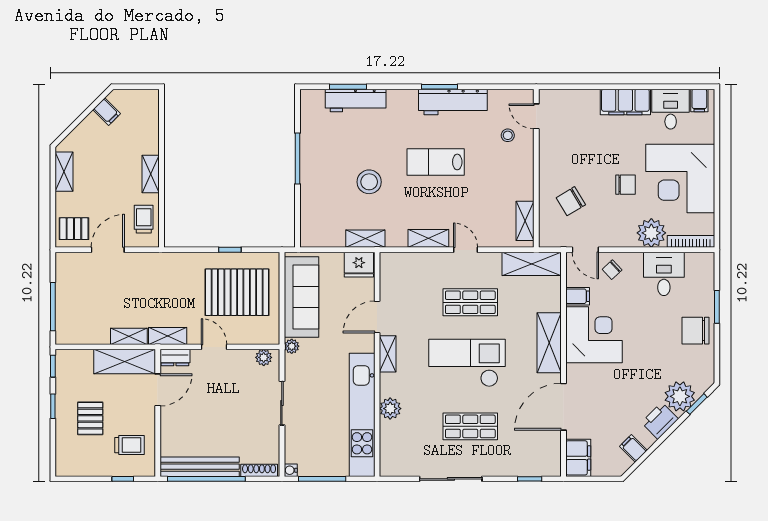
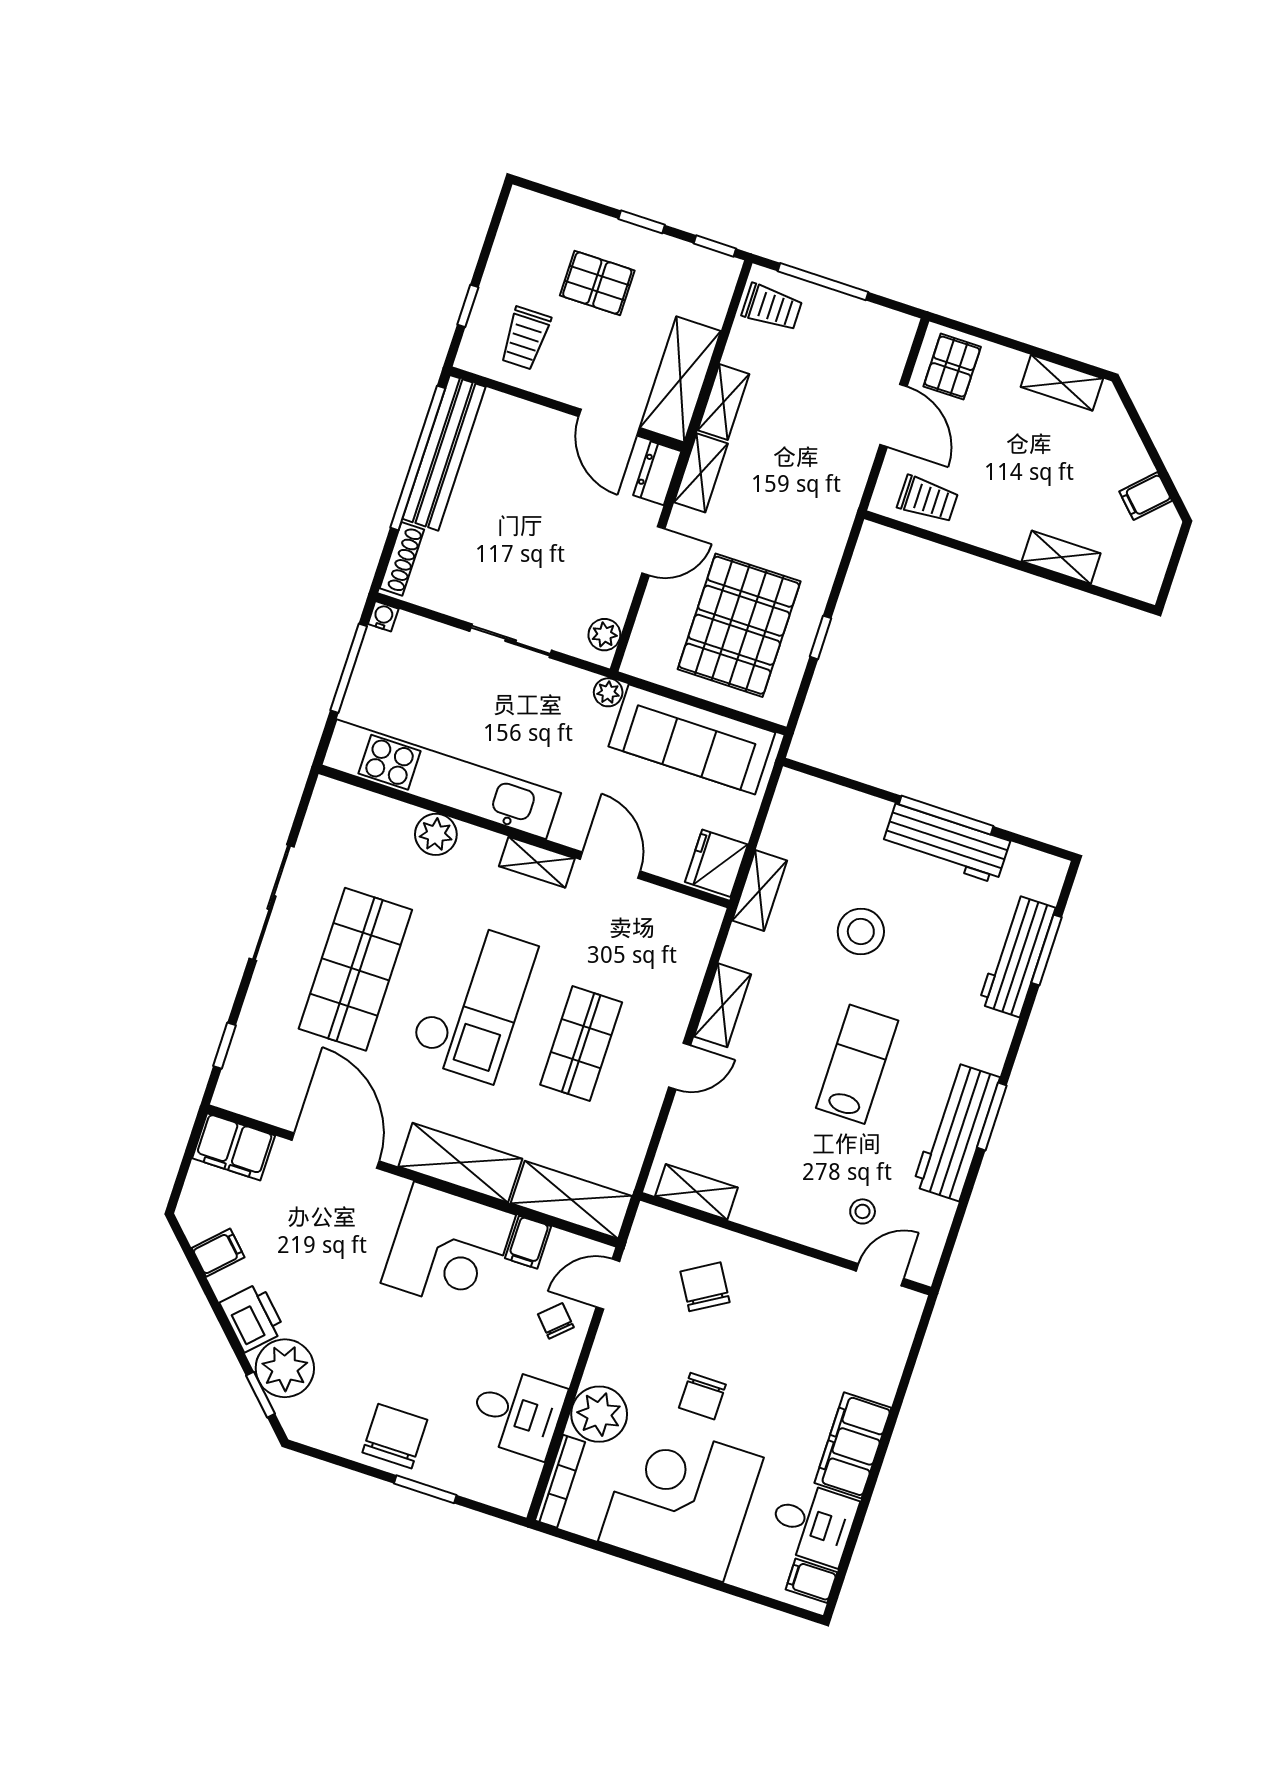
workbench: (312, 154) -> (946, 844), added
shelving: (151, 174) -> (1061, 557), moved
shelving: (532, 264) -> (571, 1200), moved, turned 90
trolley: (74, 328) -> (772, 307), added
shop shelf: (470, 426) -> (355, 969), width x1.43, depth x1.36

